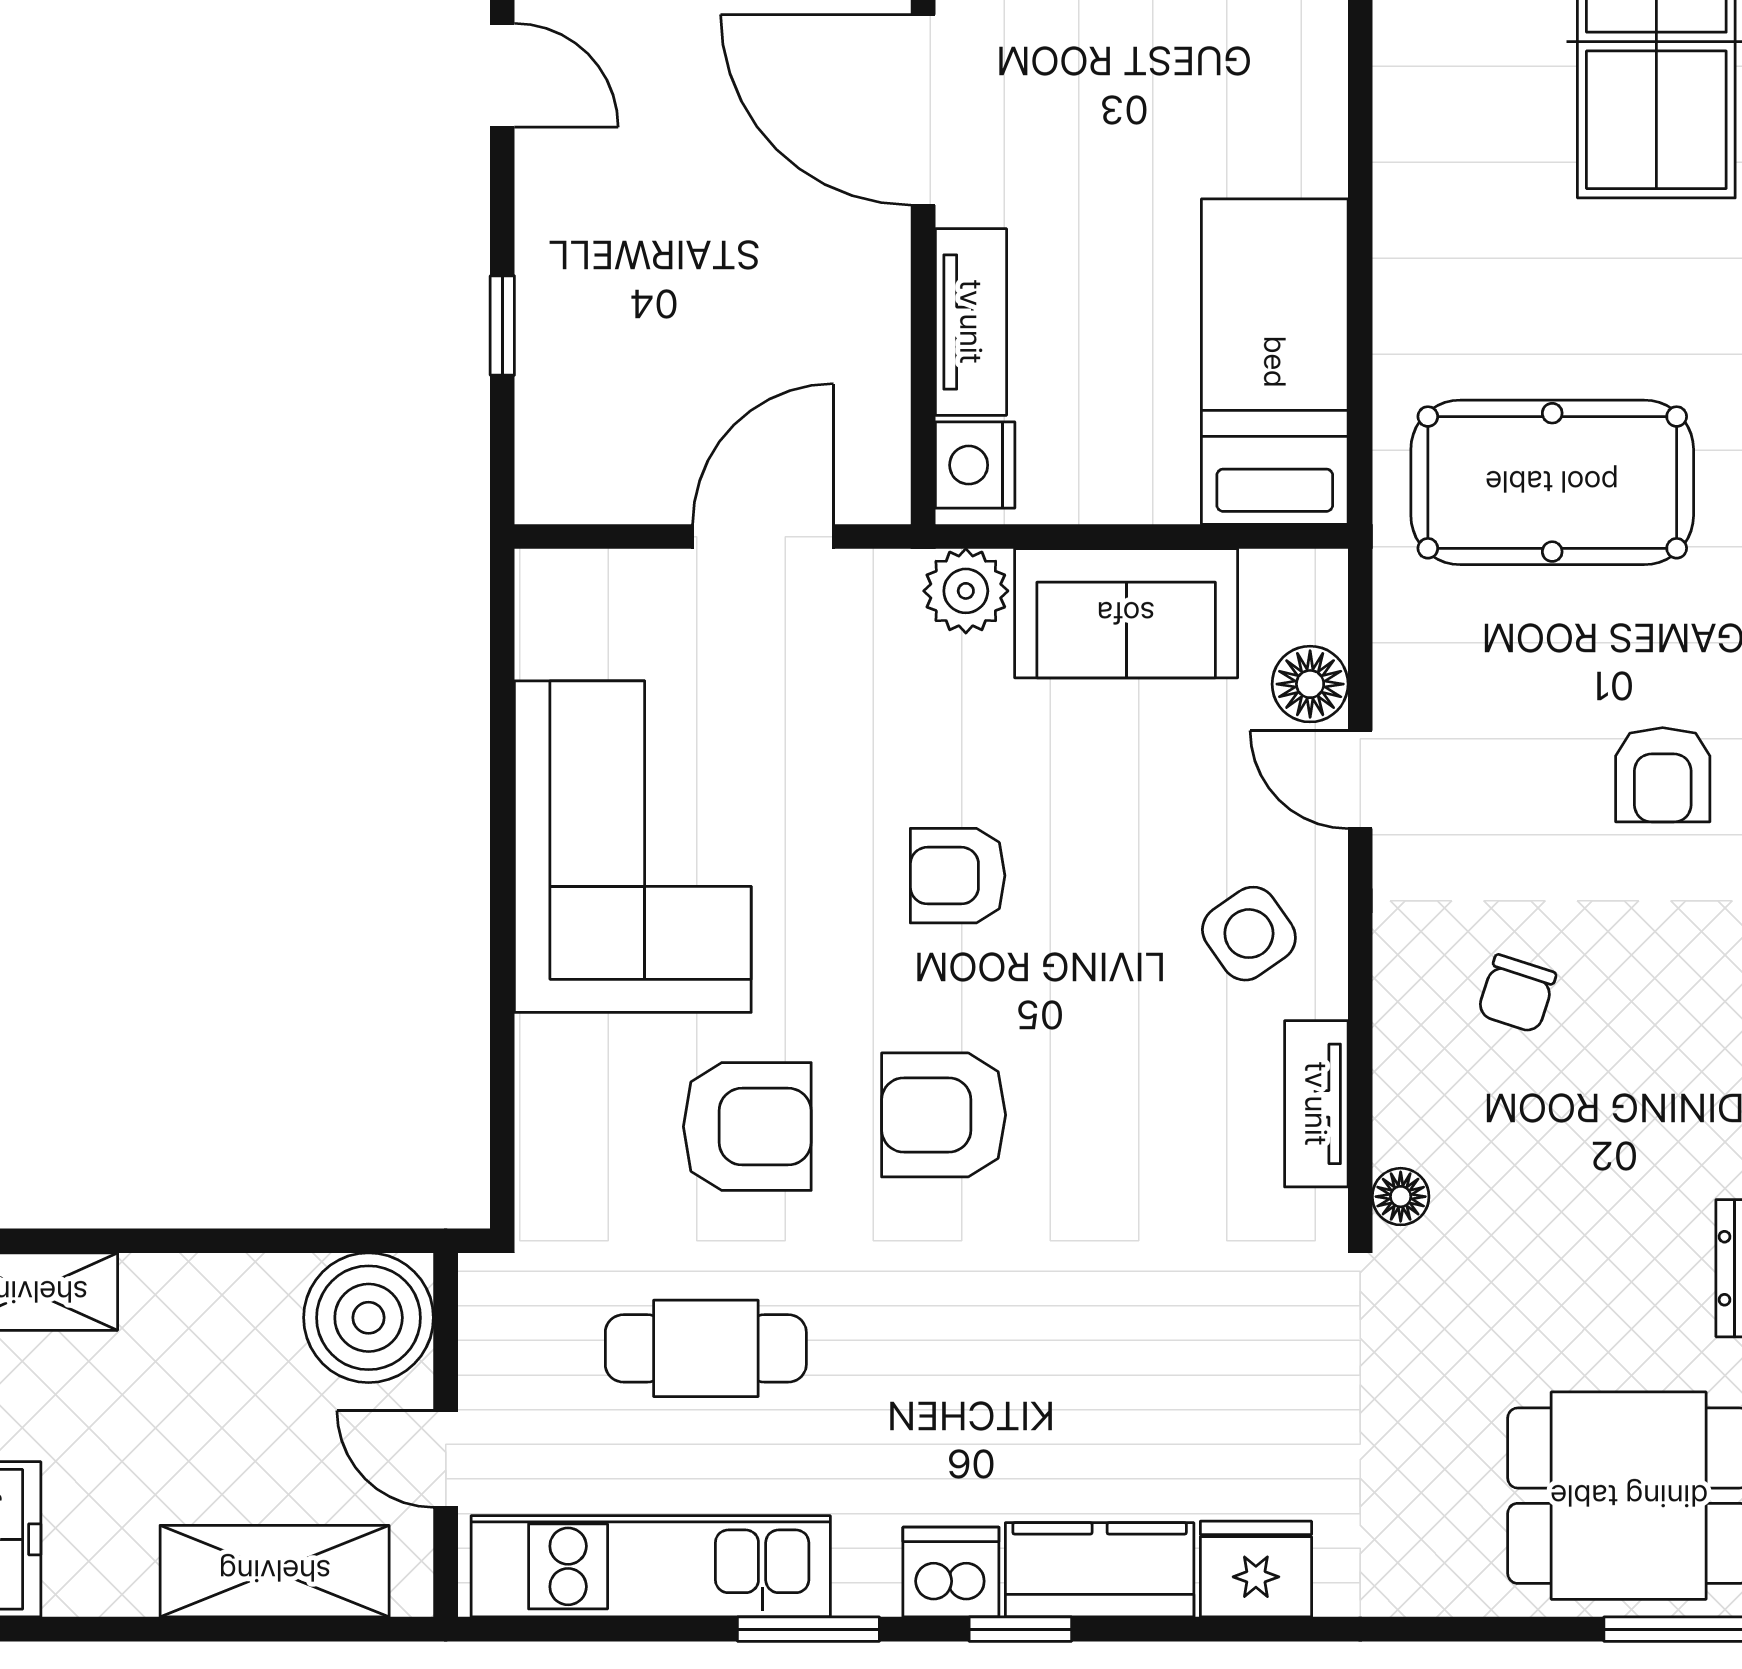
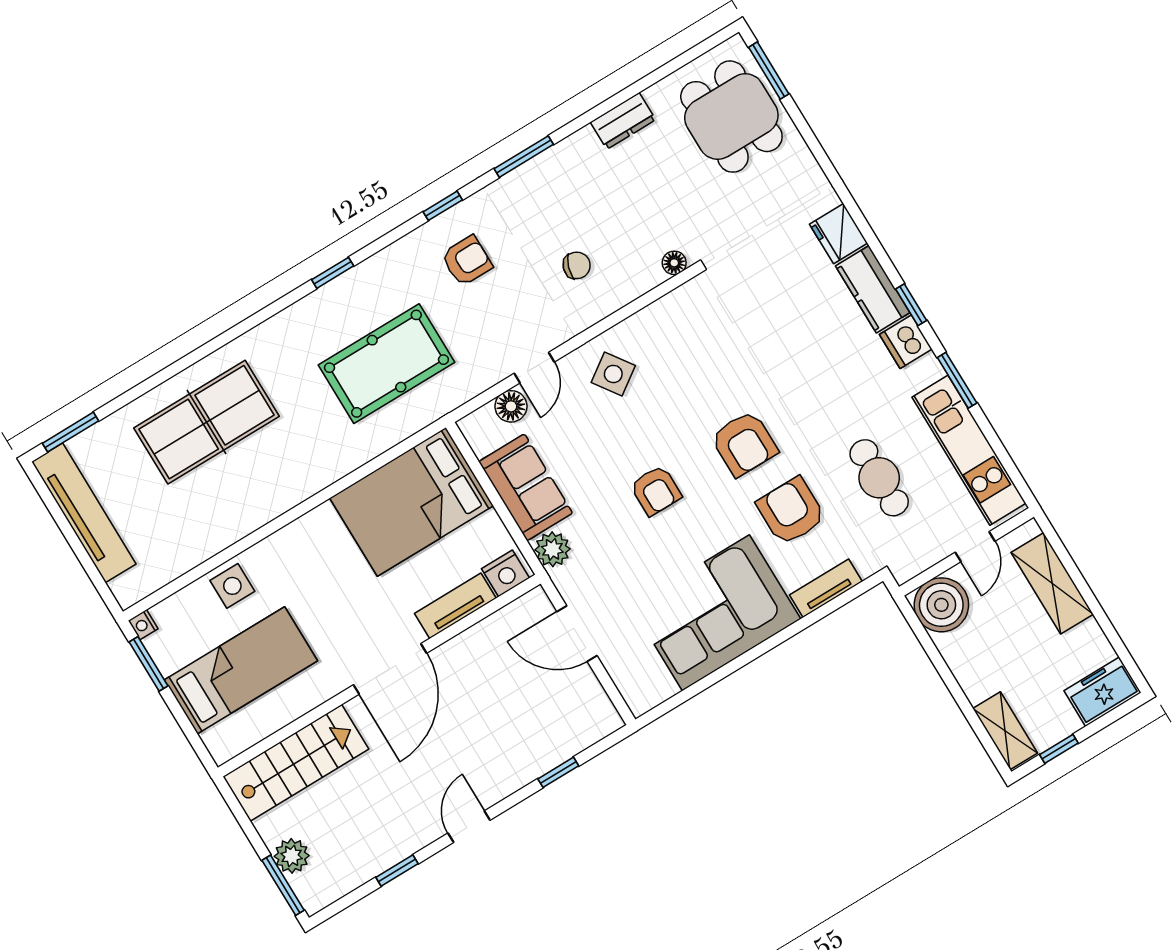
bed: (1275, 362) -> (412, 502), width x1.50
pool table: (1552, 482) -> (386, 364), turned 90
tv unit: (1316, 1104) -> (826, 588), moved, turned 180

